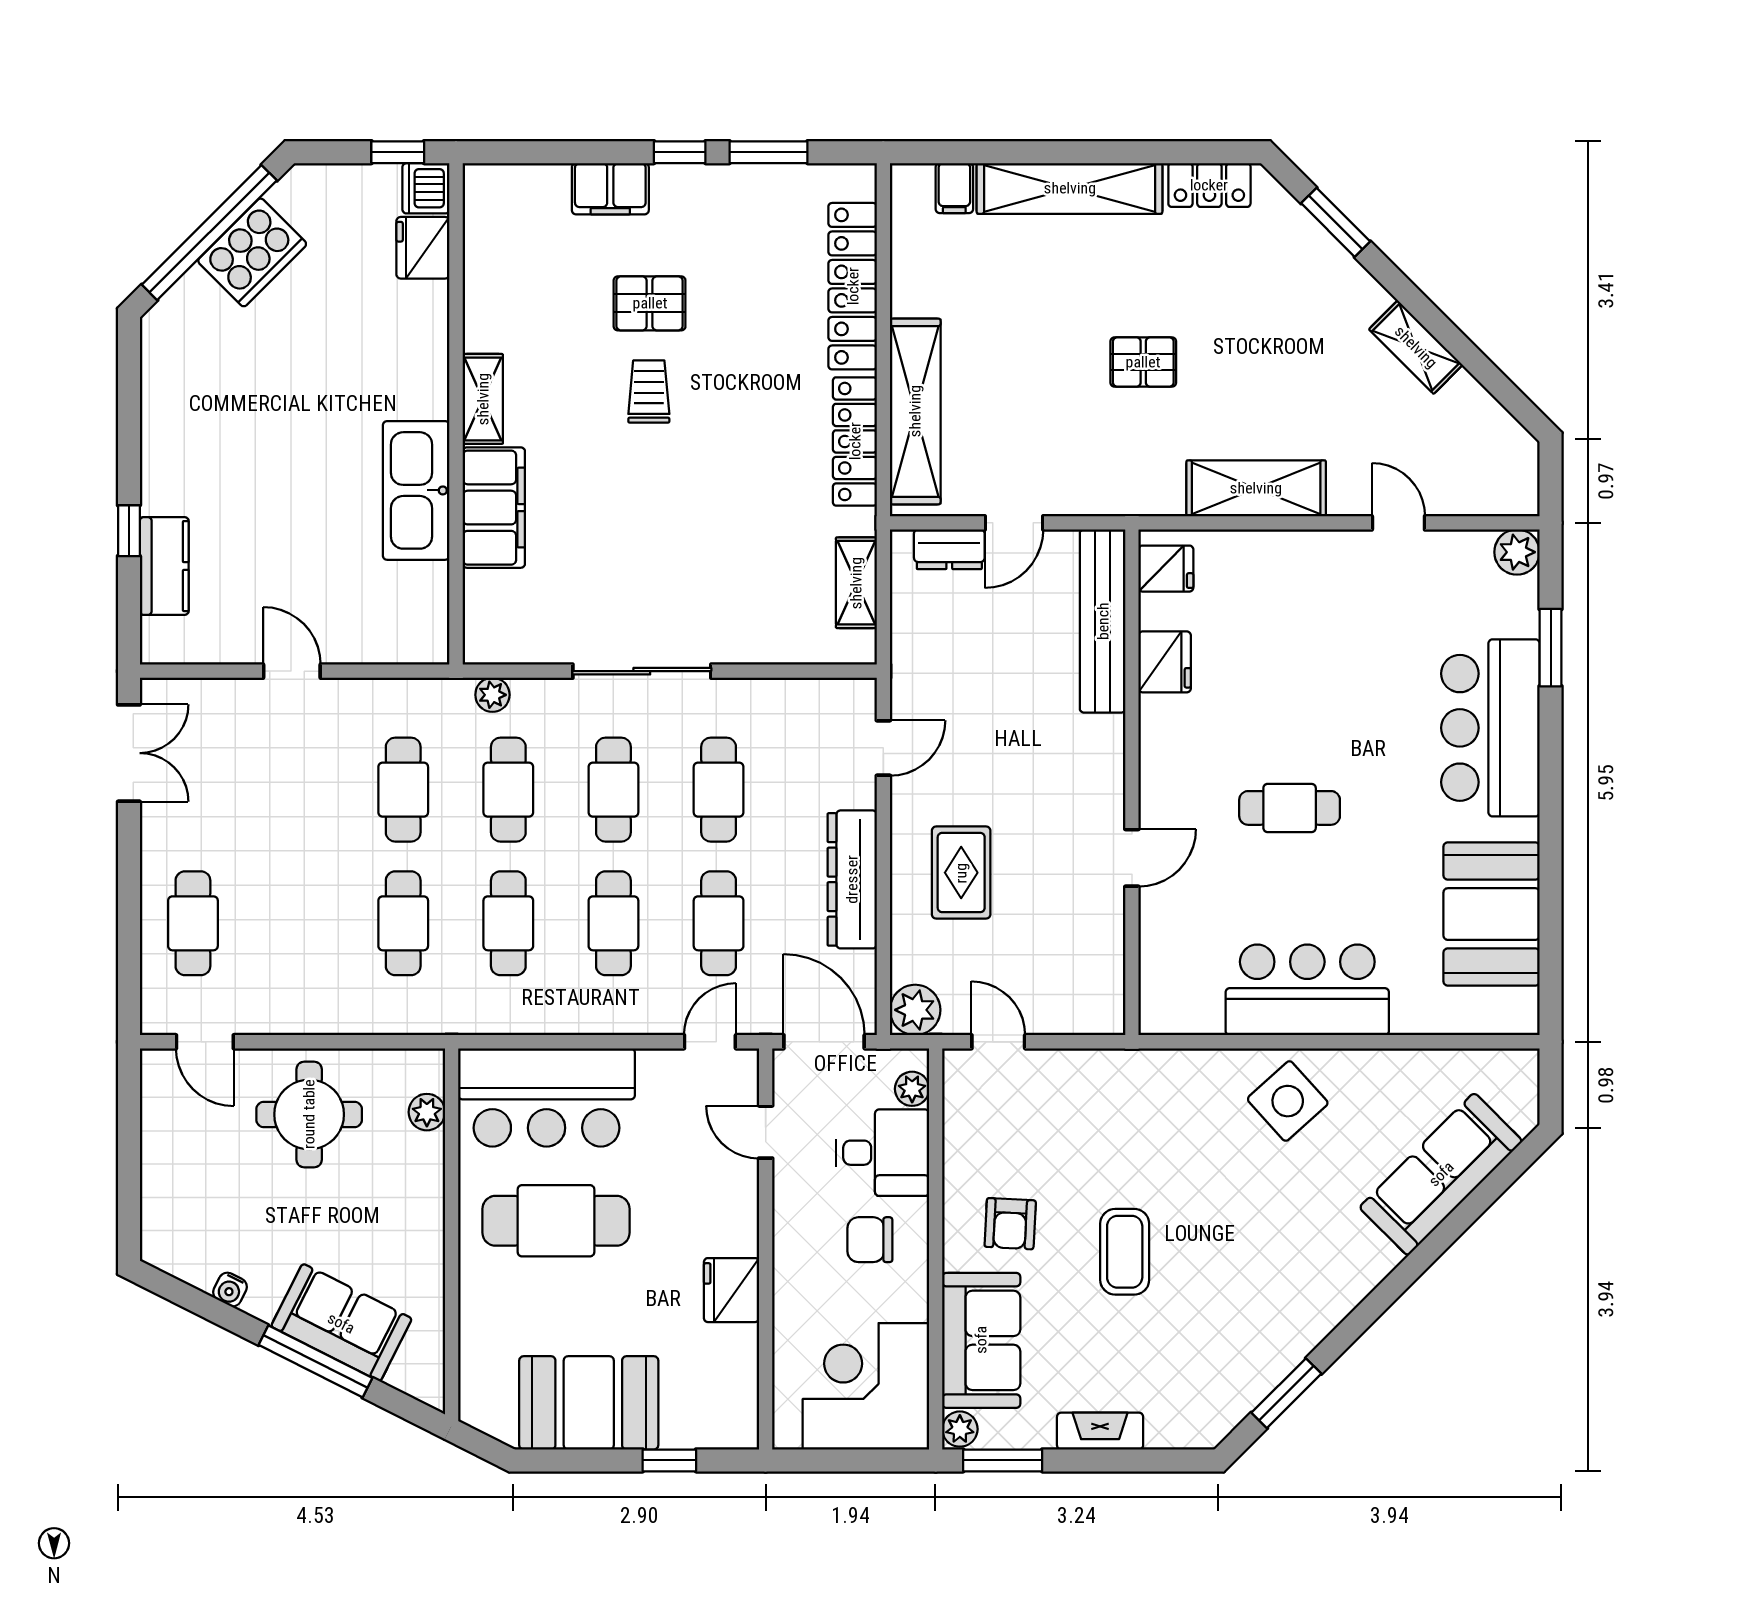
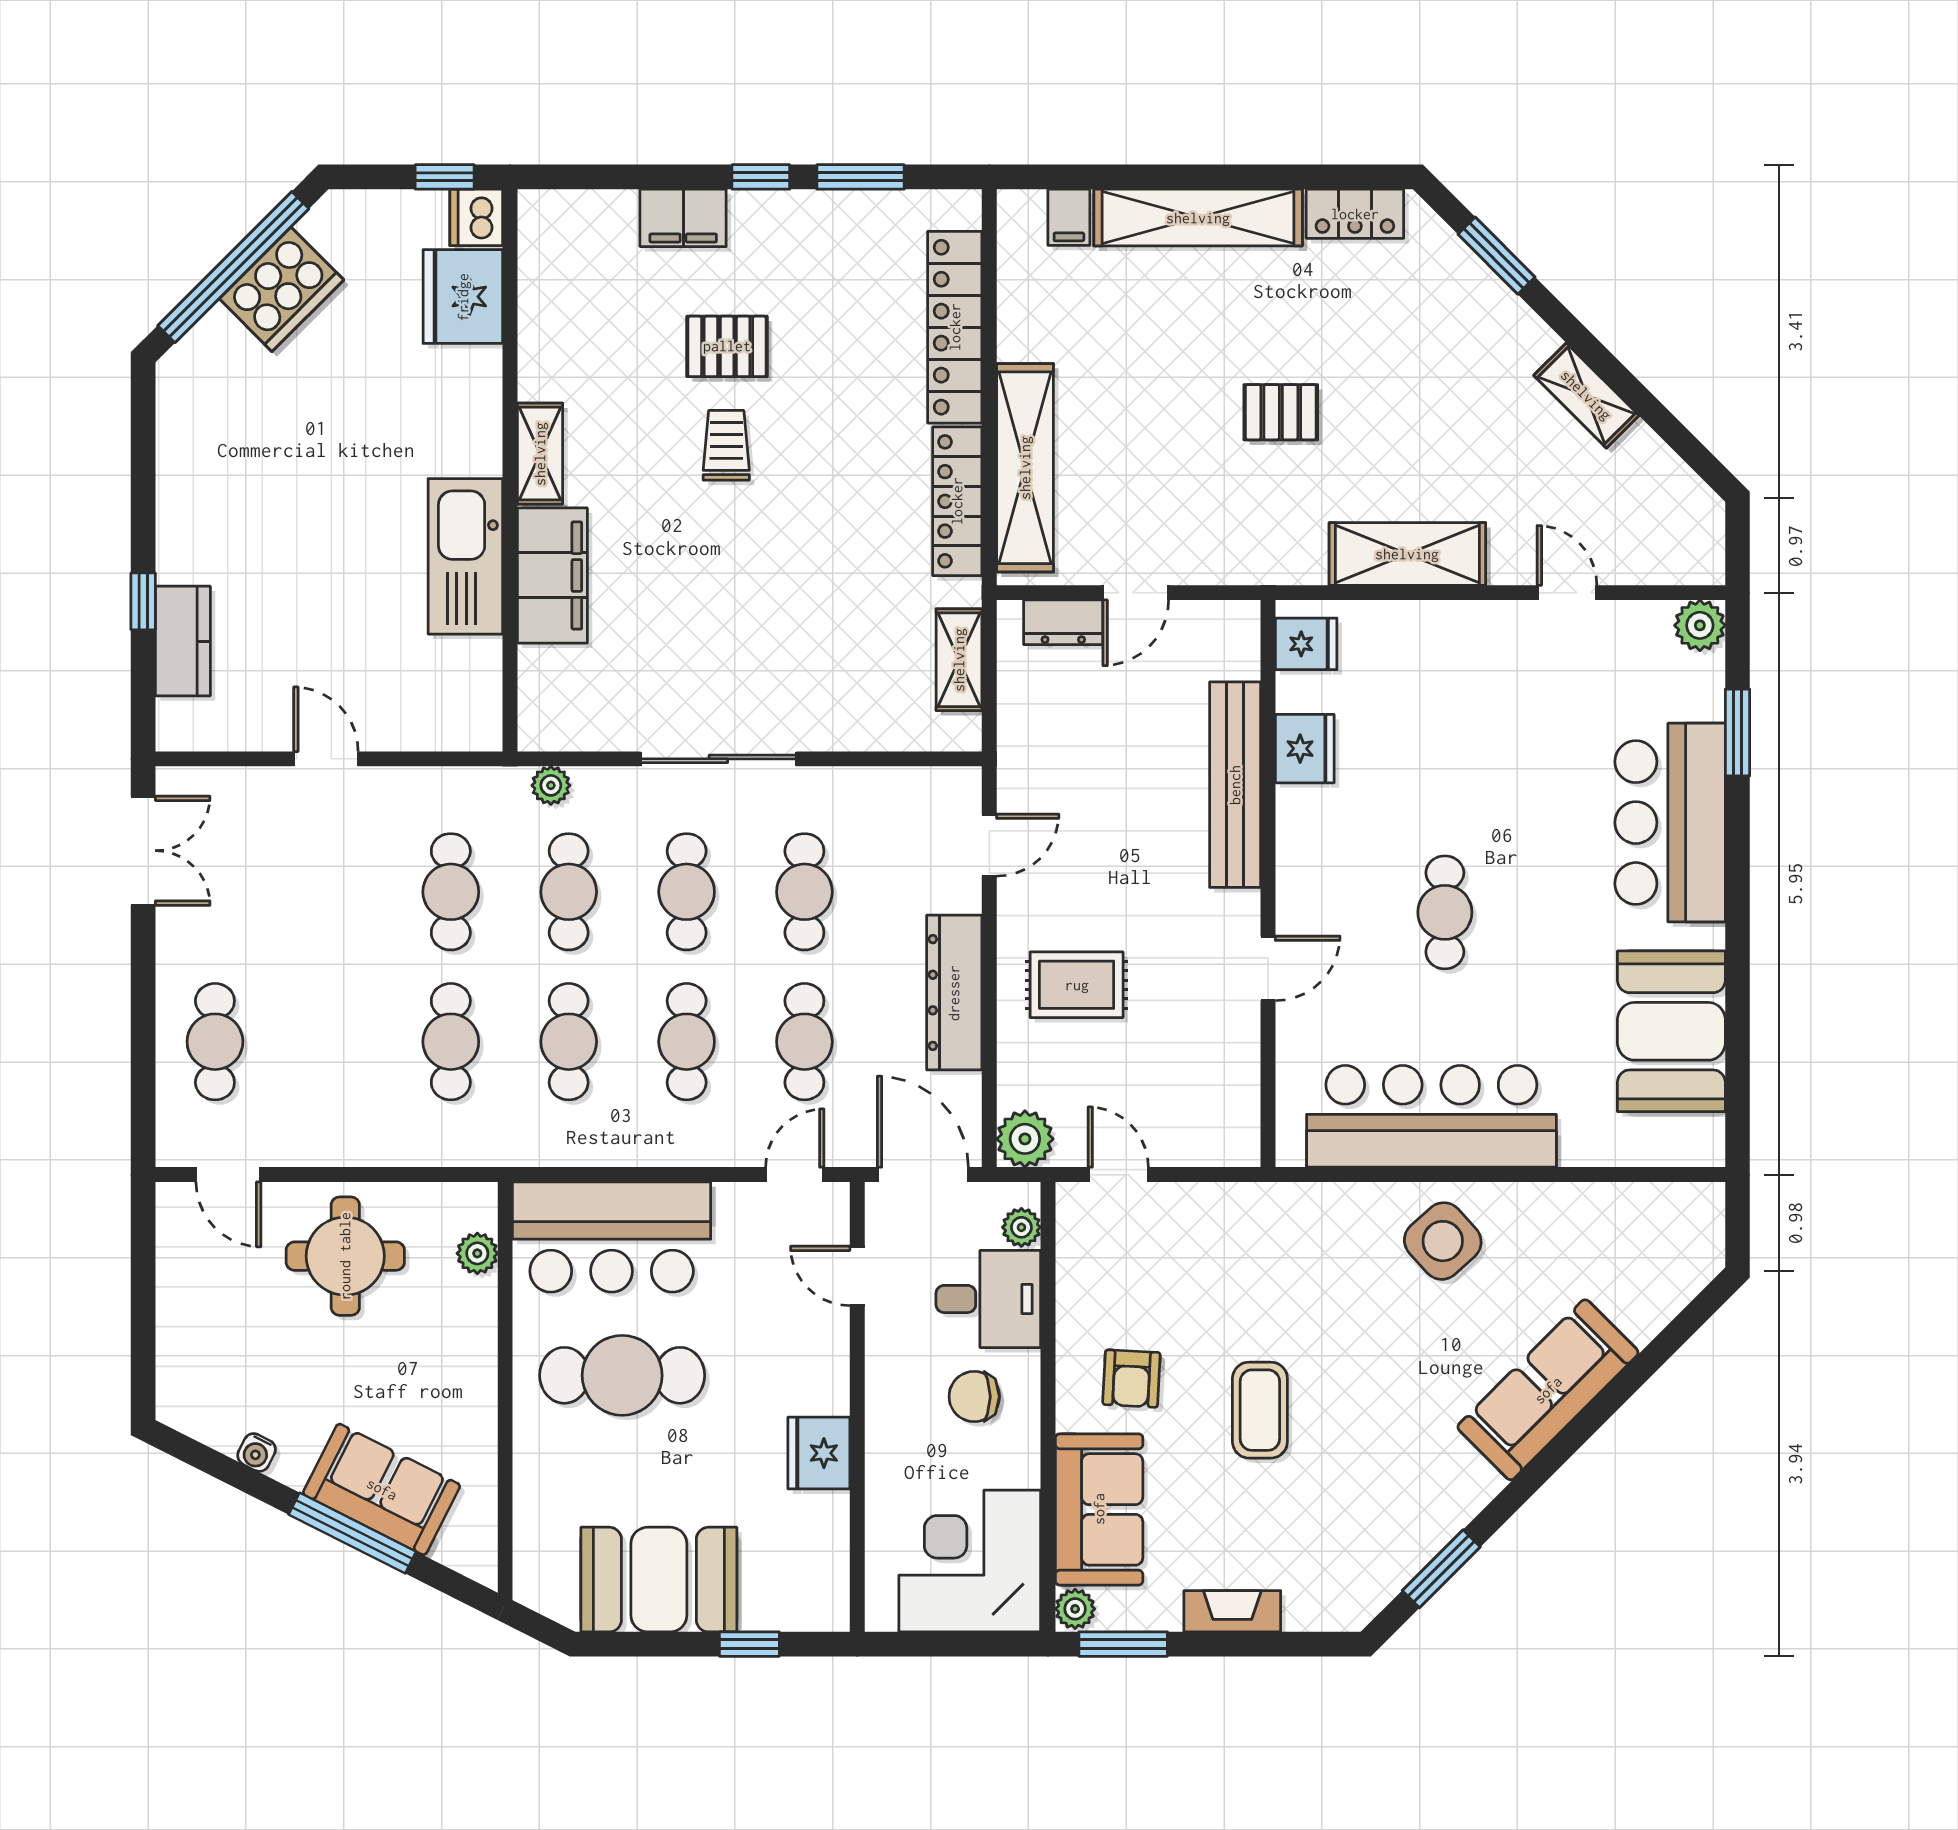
fridge: (423, 248) -> (463, 297), width x1.36, depth x1.34
bench: (1103, 621) -> (1235, 785), moved
cafe table: (1290, 808) -> (1445, 912), turned 90
rug: (961, 873) -> (1077, 985), turned 90
bar counter: (1307, 990) -> (1431, 1116), width x1.36
sofa: (1441, 1174) -> (1548, 1390), moved

